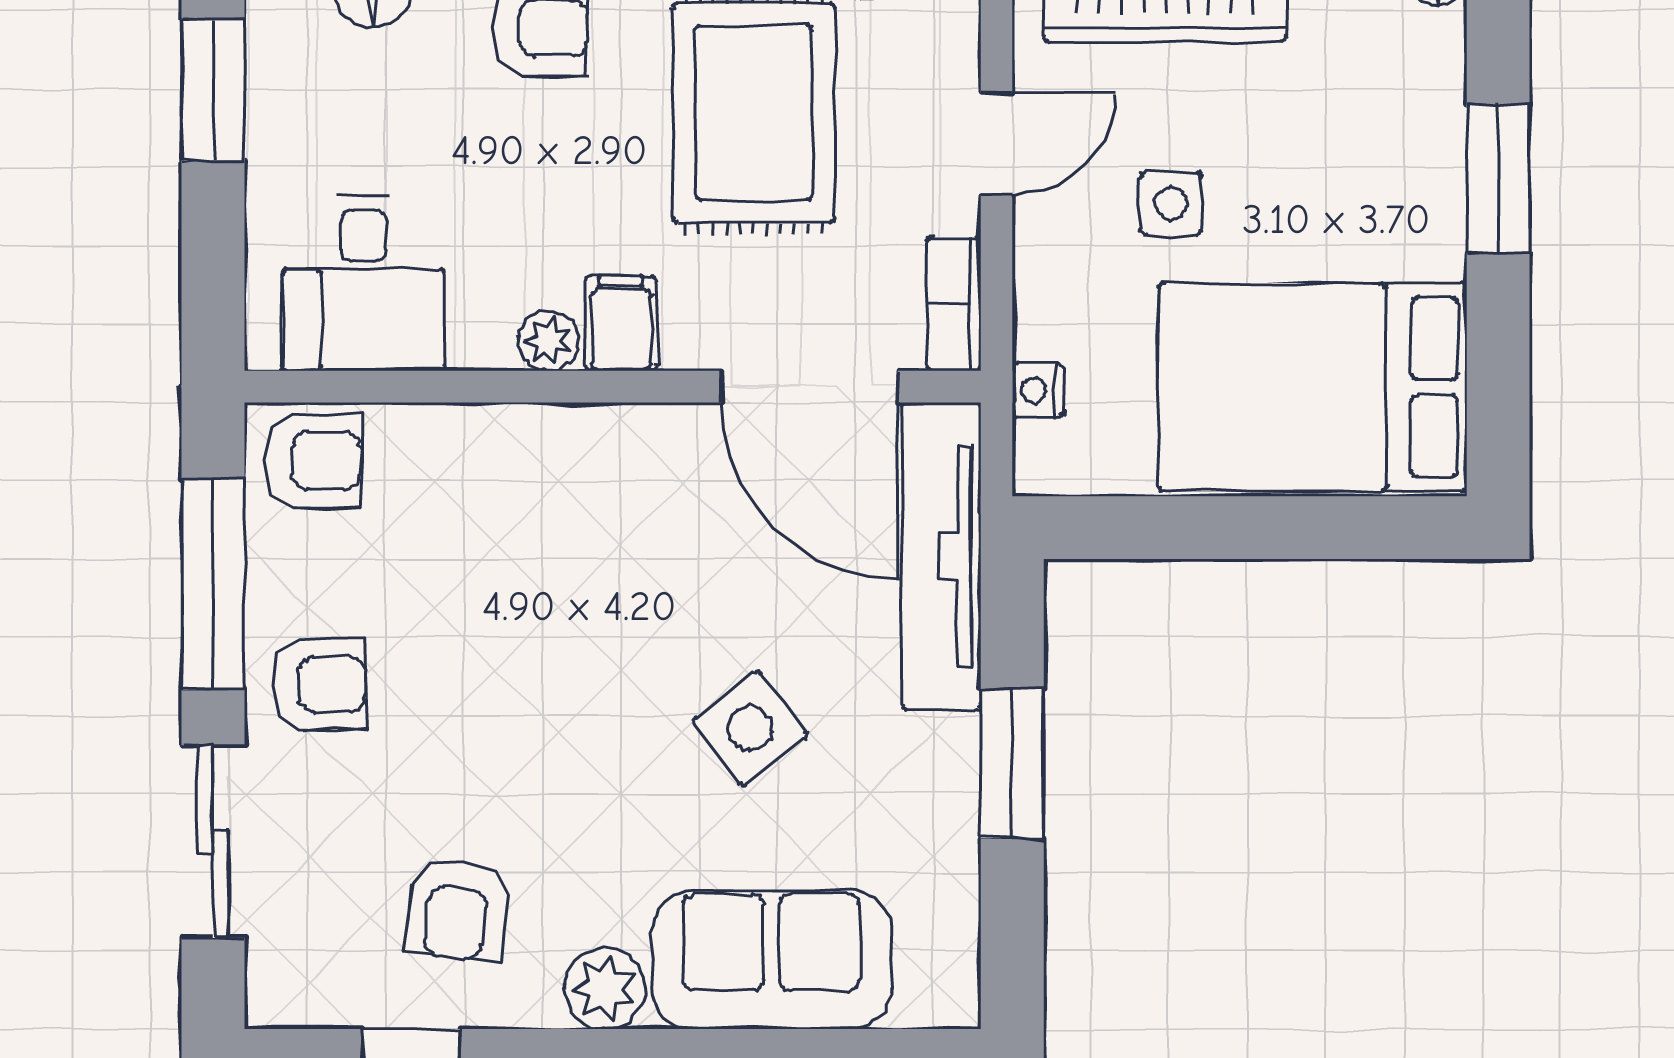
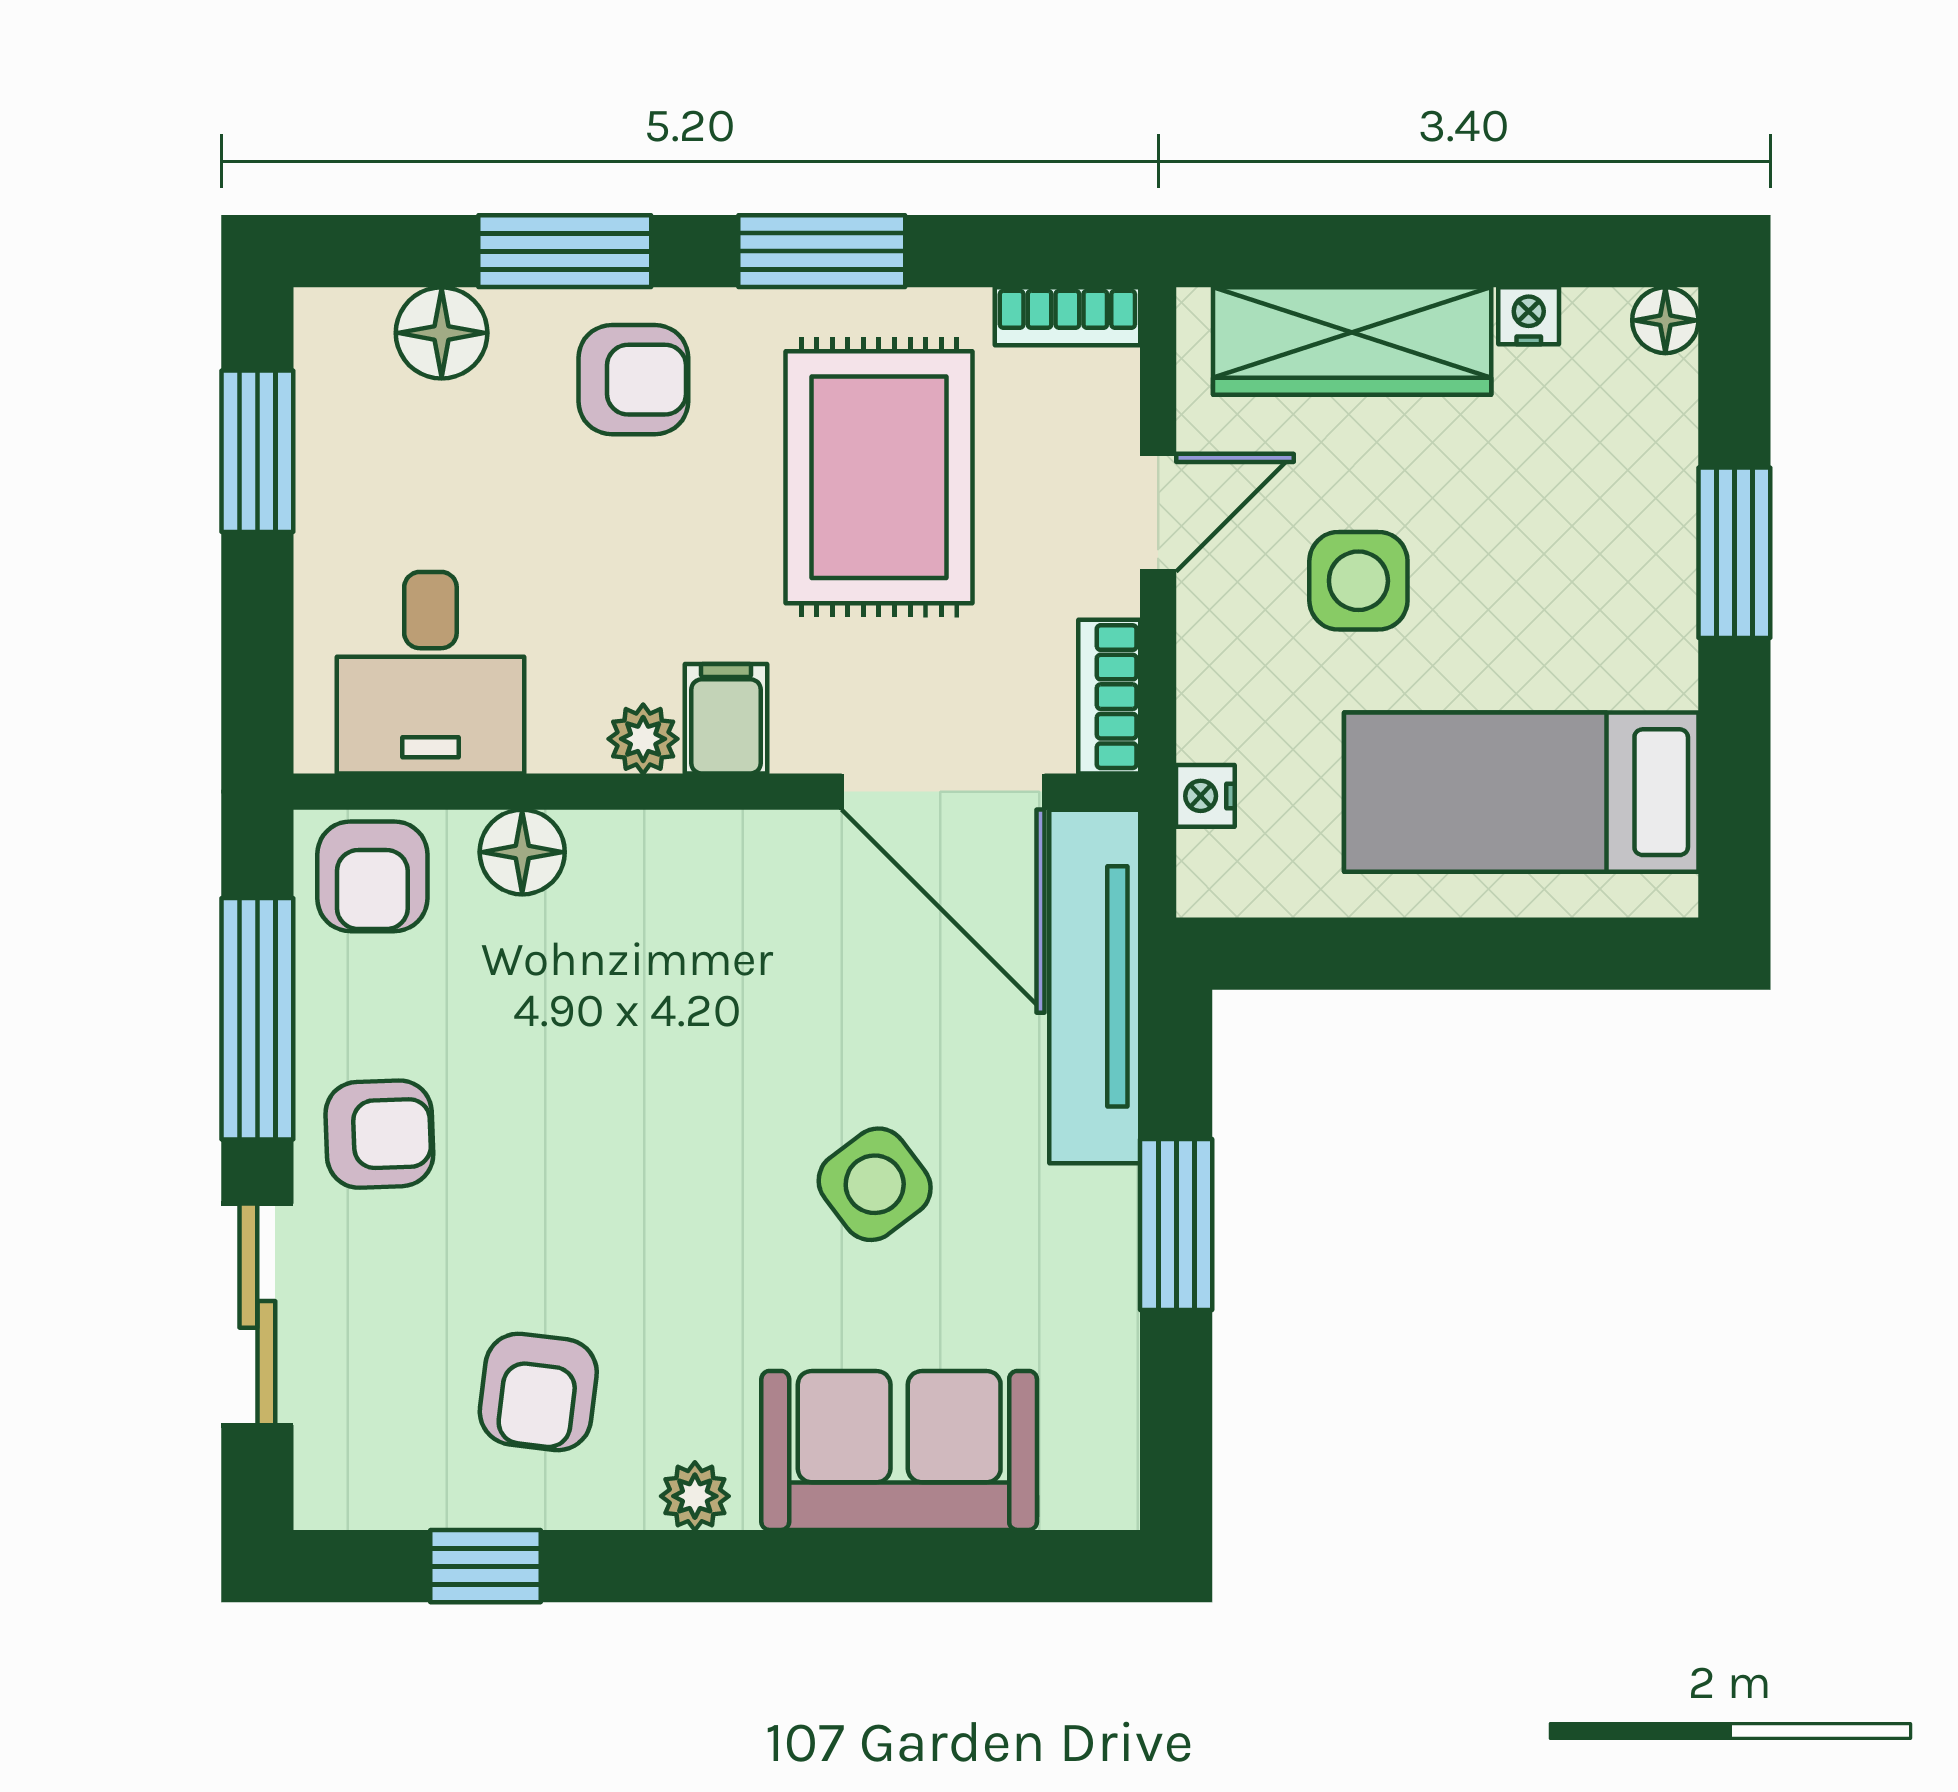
side table: (1171, 203) -> (1358, 581), width x1.37, depth x1.37
bed: (1313, 387) -> (1521, 792), width x0.67
floor lamp: (443, 439) -> (522, 852), added
armchair: (313, 460) -> (372, 876), turned 90
plant: (605, 989) -> (695, 1496), width x0.73, depth x0.73

